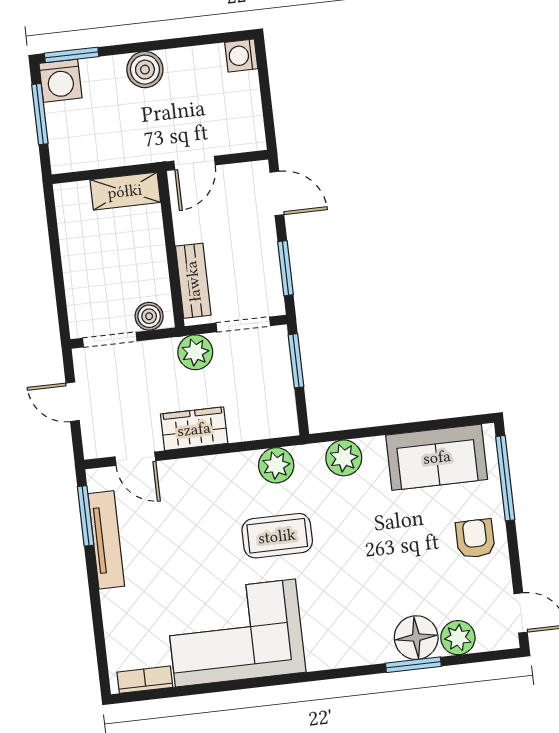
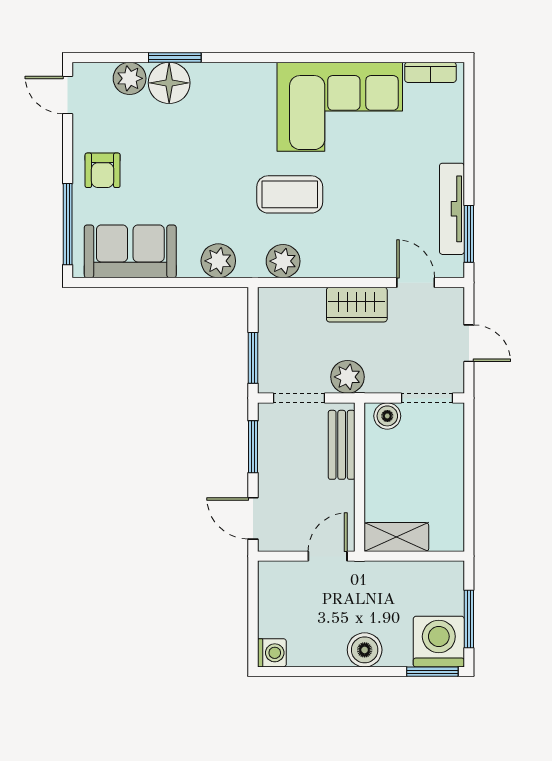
washing machine: (61, 81) -> (439, 642), width x1.37, depth x1.37

